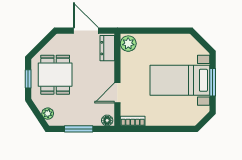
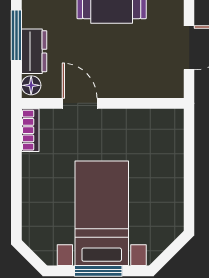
plant: (128, 44) -> (166, 122), removed
dresser: (107, 48) -> (34, 51), moved, turned 90

